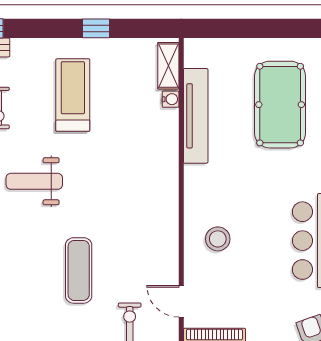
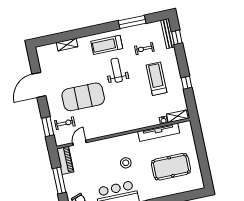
treadmill: (73, 95) -> (156, 79), turned -90
stool: (218, 239) -> (126, 163), moved
exercise mat: (79, 270) -> (83, 97), width x2.00, depth x1.45

